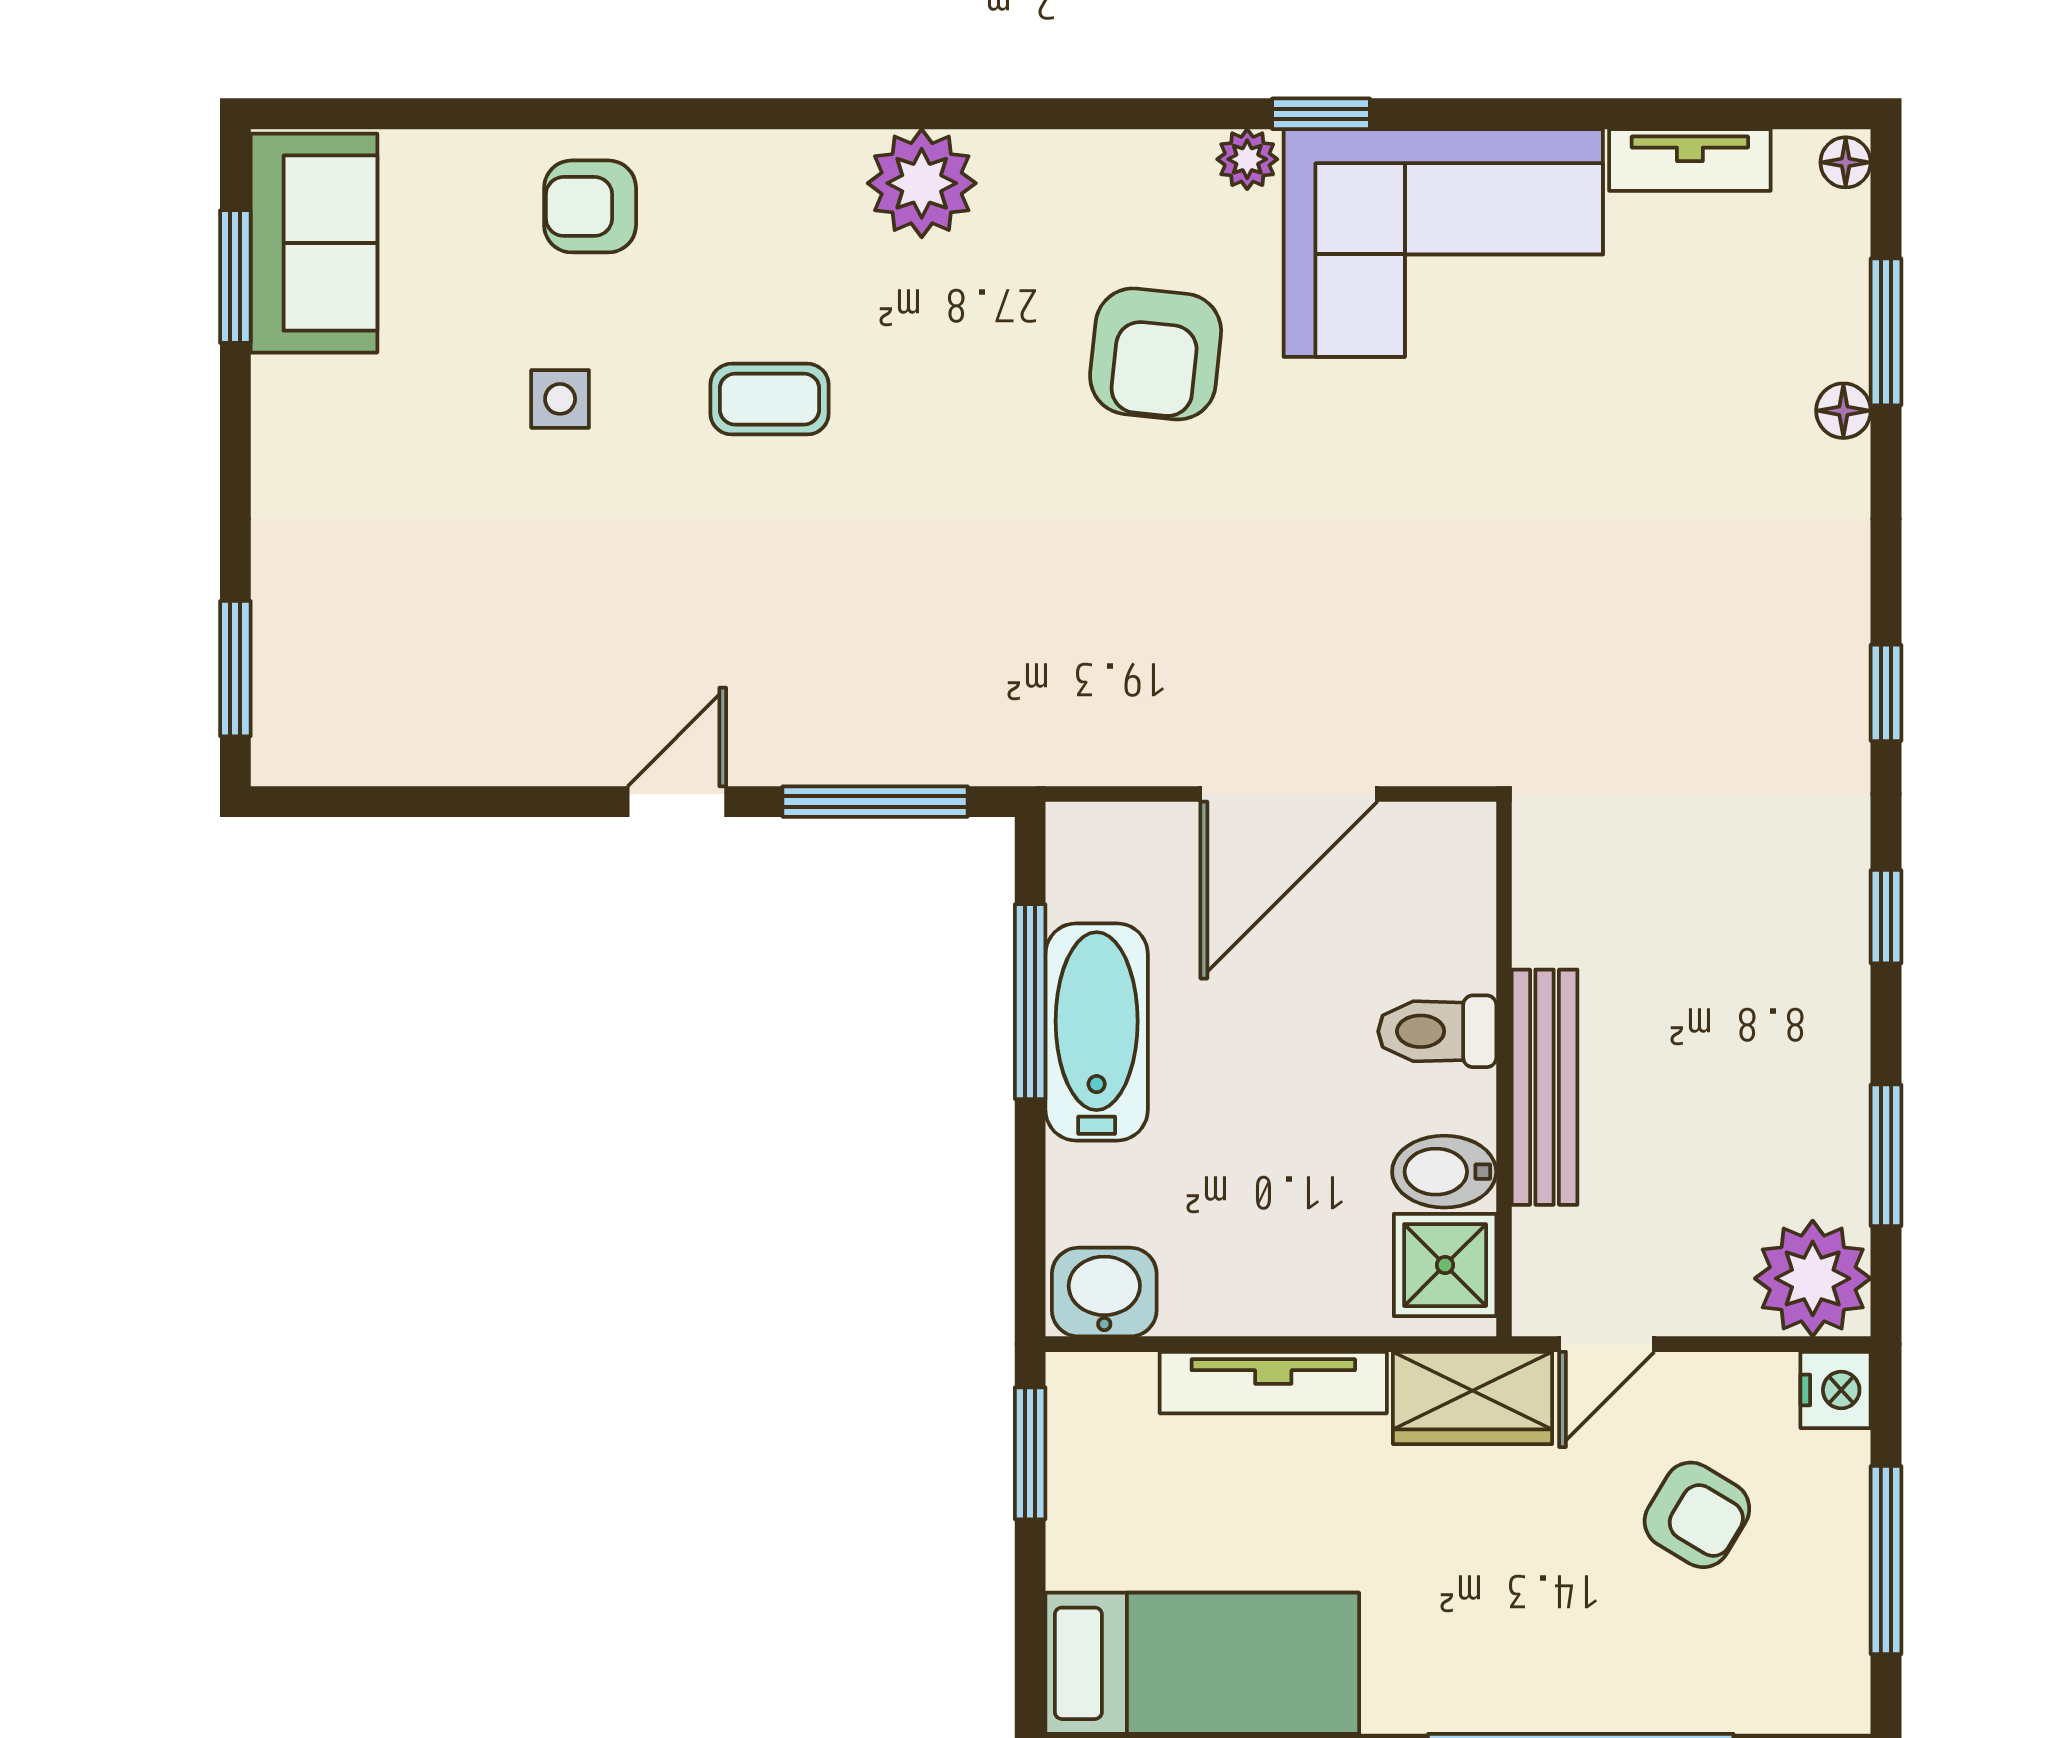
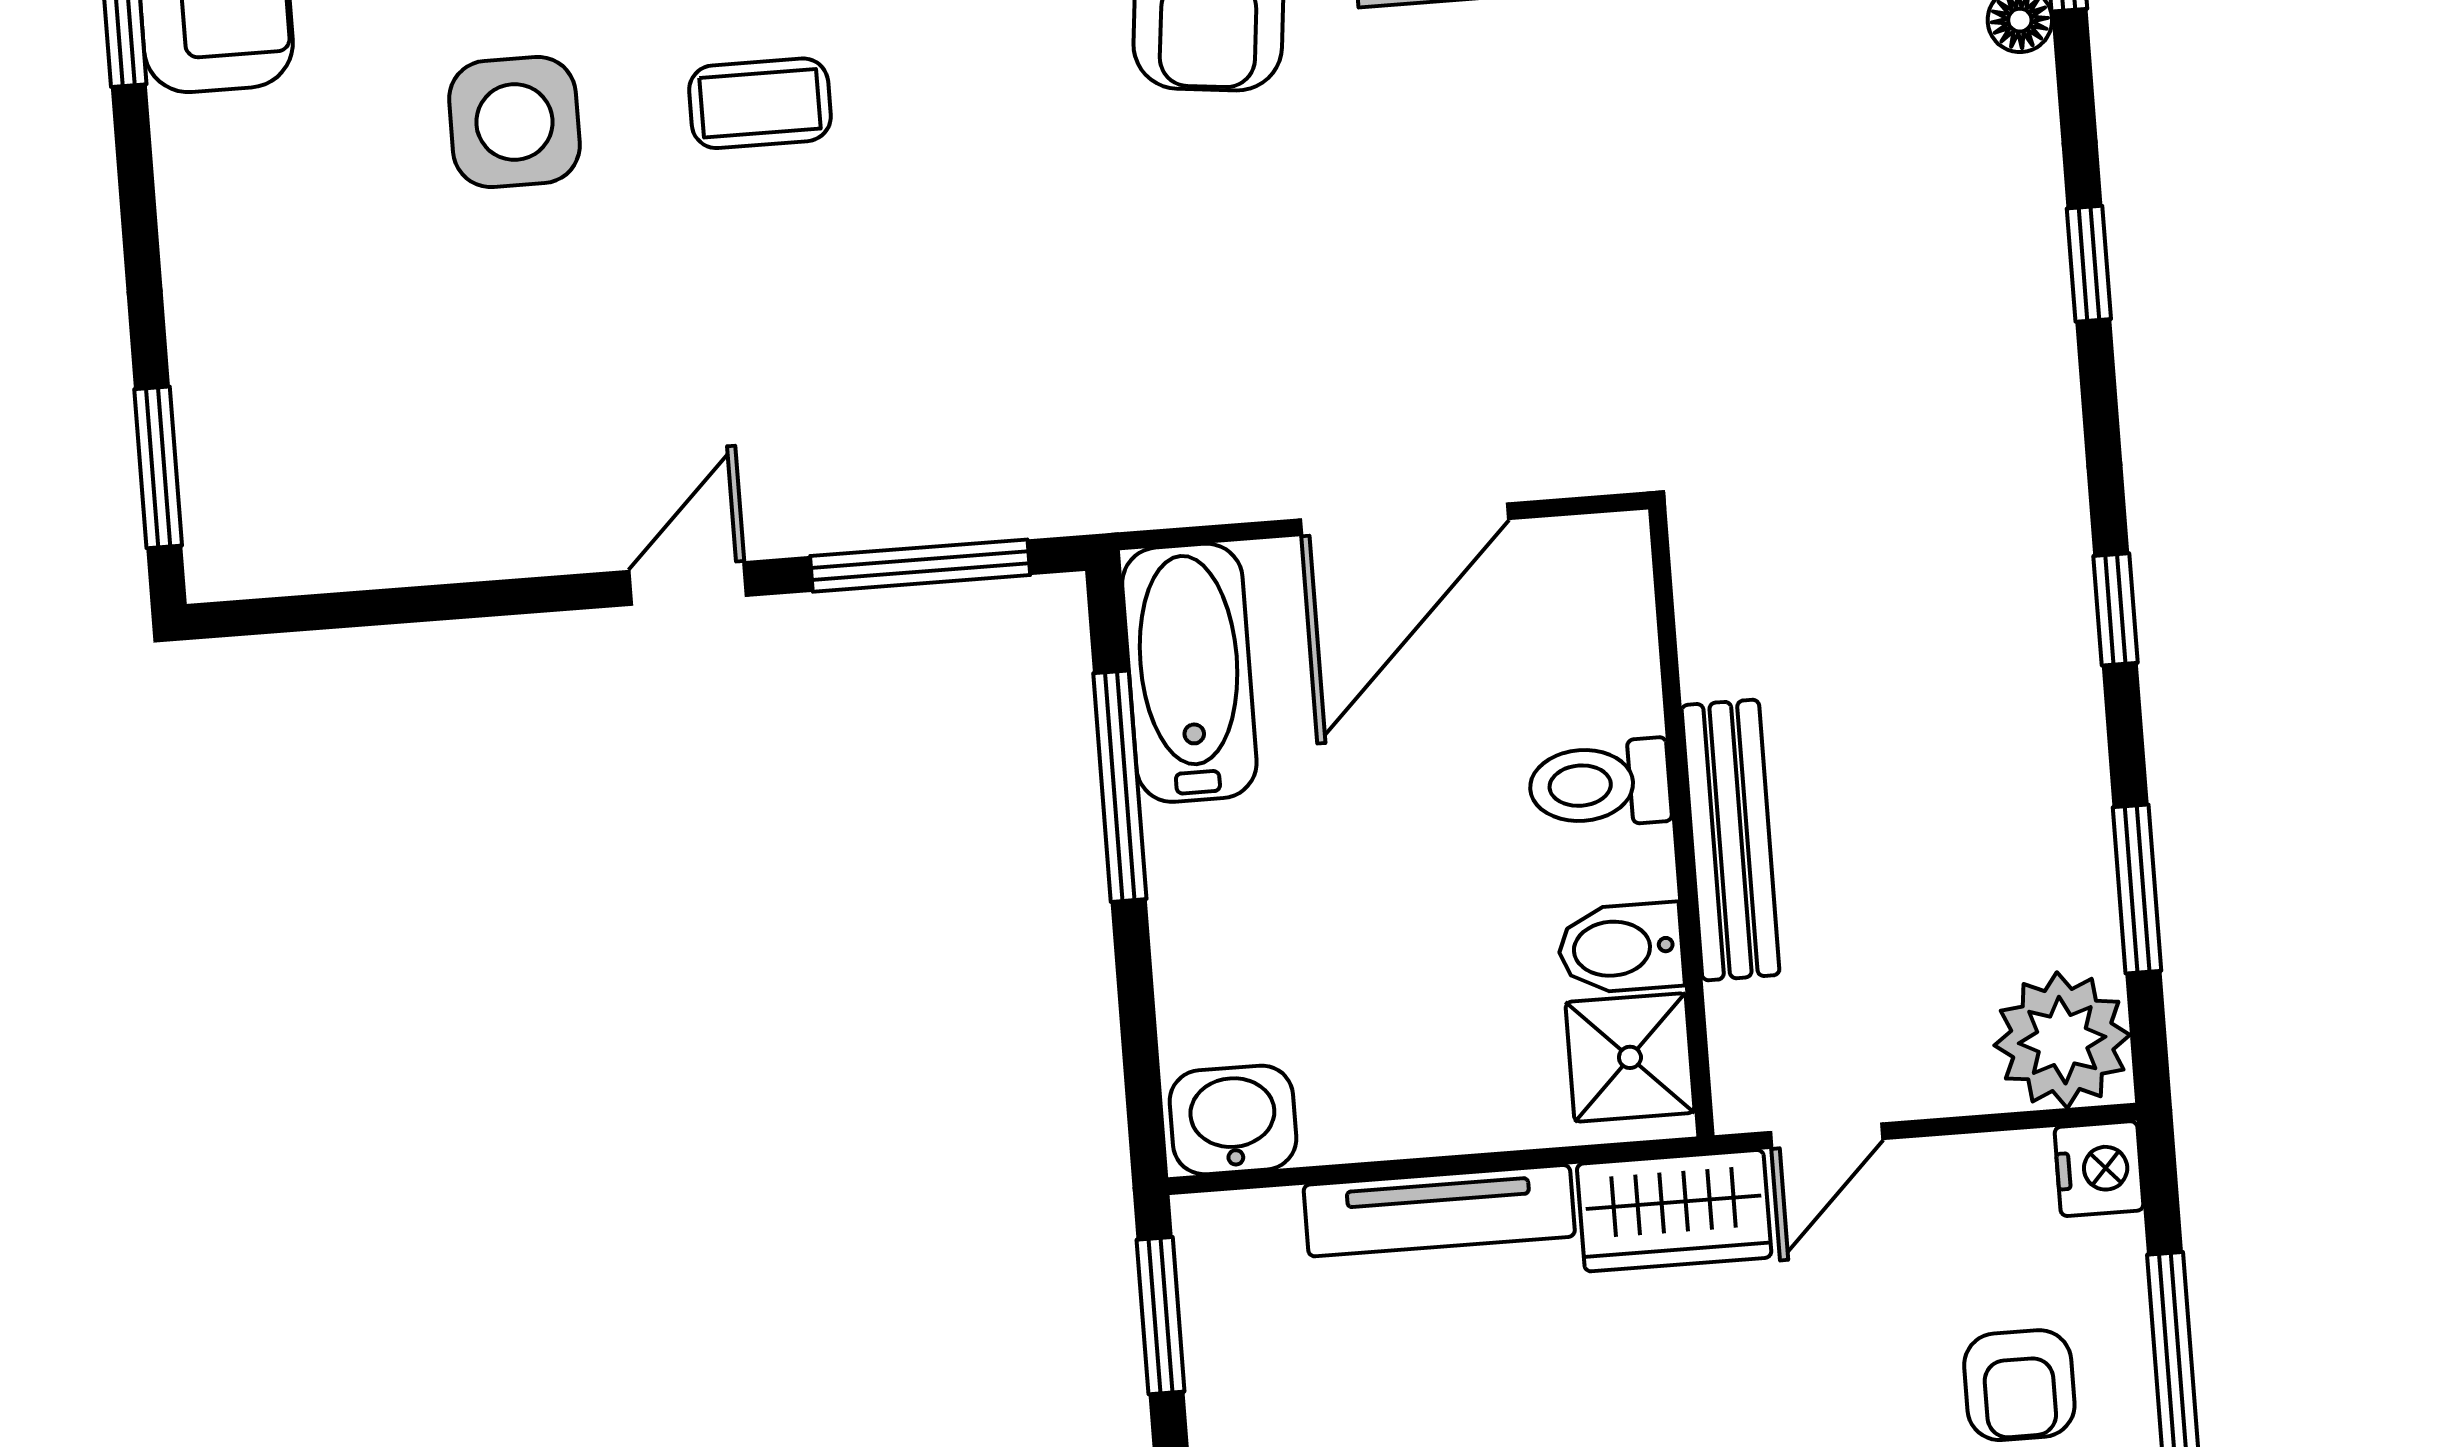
side table: (560, 399) -> (514, 122), width x1.87, depth x1.87
window: (1886, 693) -> (2089, 264), moved
bathtub: (1097, 1032) -> (1189, 673), moved
armchair: (1697, 1515) -> (2019, 1385), moved, turned 59

